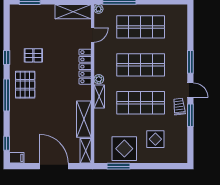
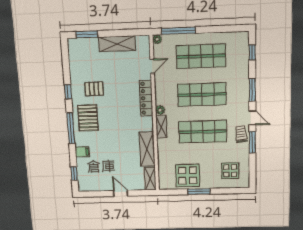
shelving: (73, 12) -> (117, 44), moved
window: (190, 25) -> (252, 52), added
display table: (155, 139) -> (230, 171), moved
filing cabinet: (17, 158) -> (82, 152), moved
door: (54, 166) -> (121, 193), width x0.53
window: (119, 166) -> (199, 192), moved

